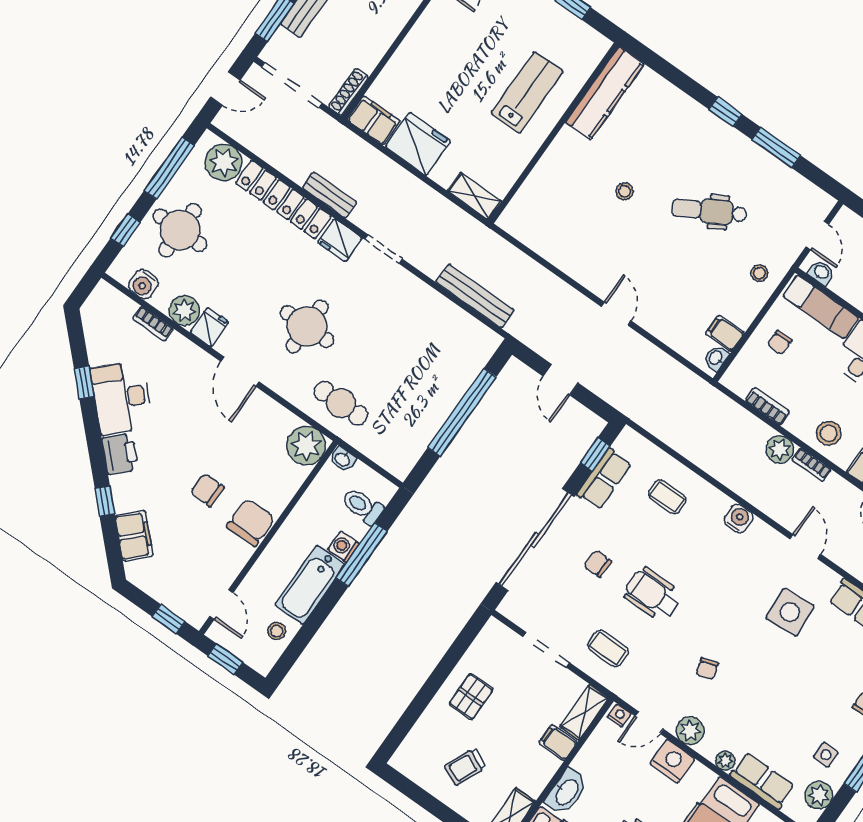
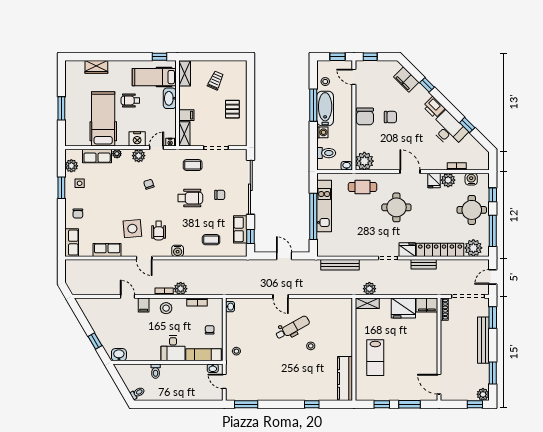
window: (725, 112) -> (312, 404), moved
window: (776, 148) -> (246, 404), moved
dental chair: (709, 211) -> (293, 328), moved
plant: (453, 219) -> (369, 289), added
filing cabinet: (725, 333) -> (233, 319), removed
kitchen unit: (430, 417) -> (324, 206), added
window: (362, 555) -> (313, 105), moved
wheelchair: (747, 577) -> (159, 231), added

